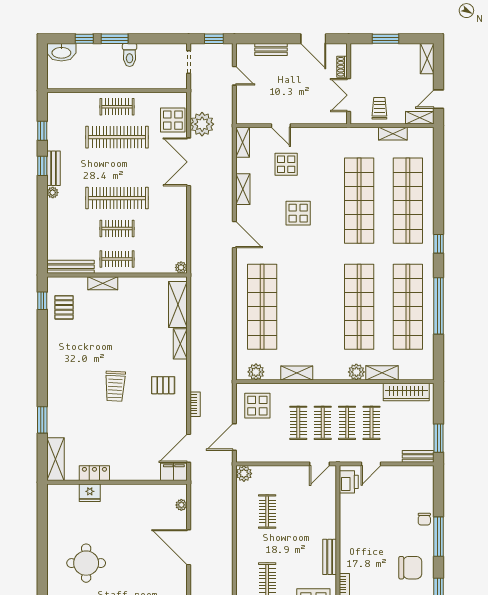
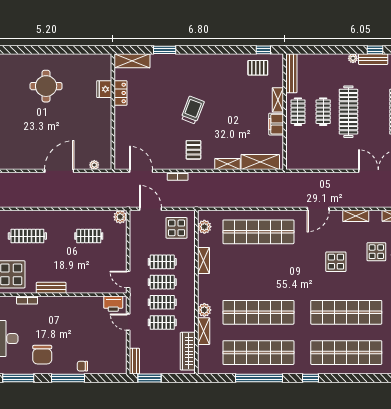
plant: (181, 267) -> (291, 165), removed
trolley: (115, 386) -> (193, 110), turned 108
filing cabinet: (174, 472) -> (276, 124), moved, turned 180

